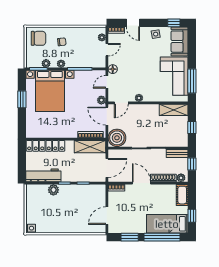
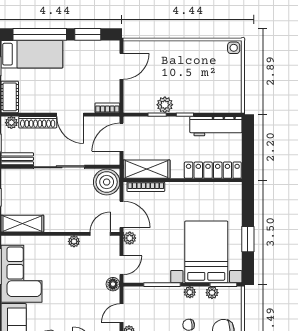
plant: (53, 190) -> (165, 105), moved

